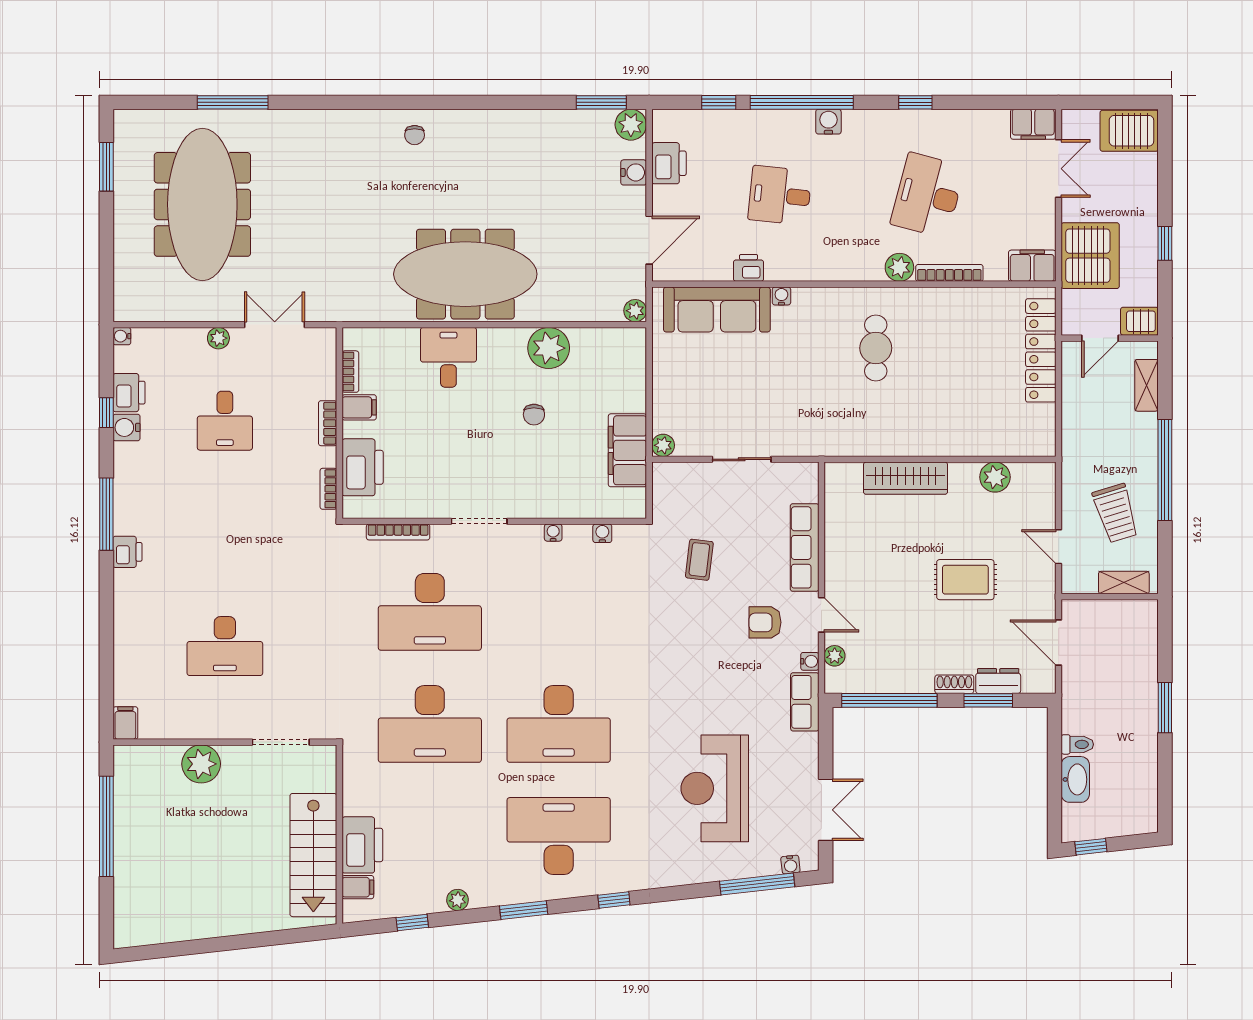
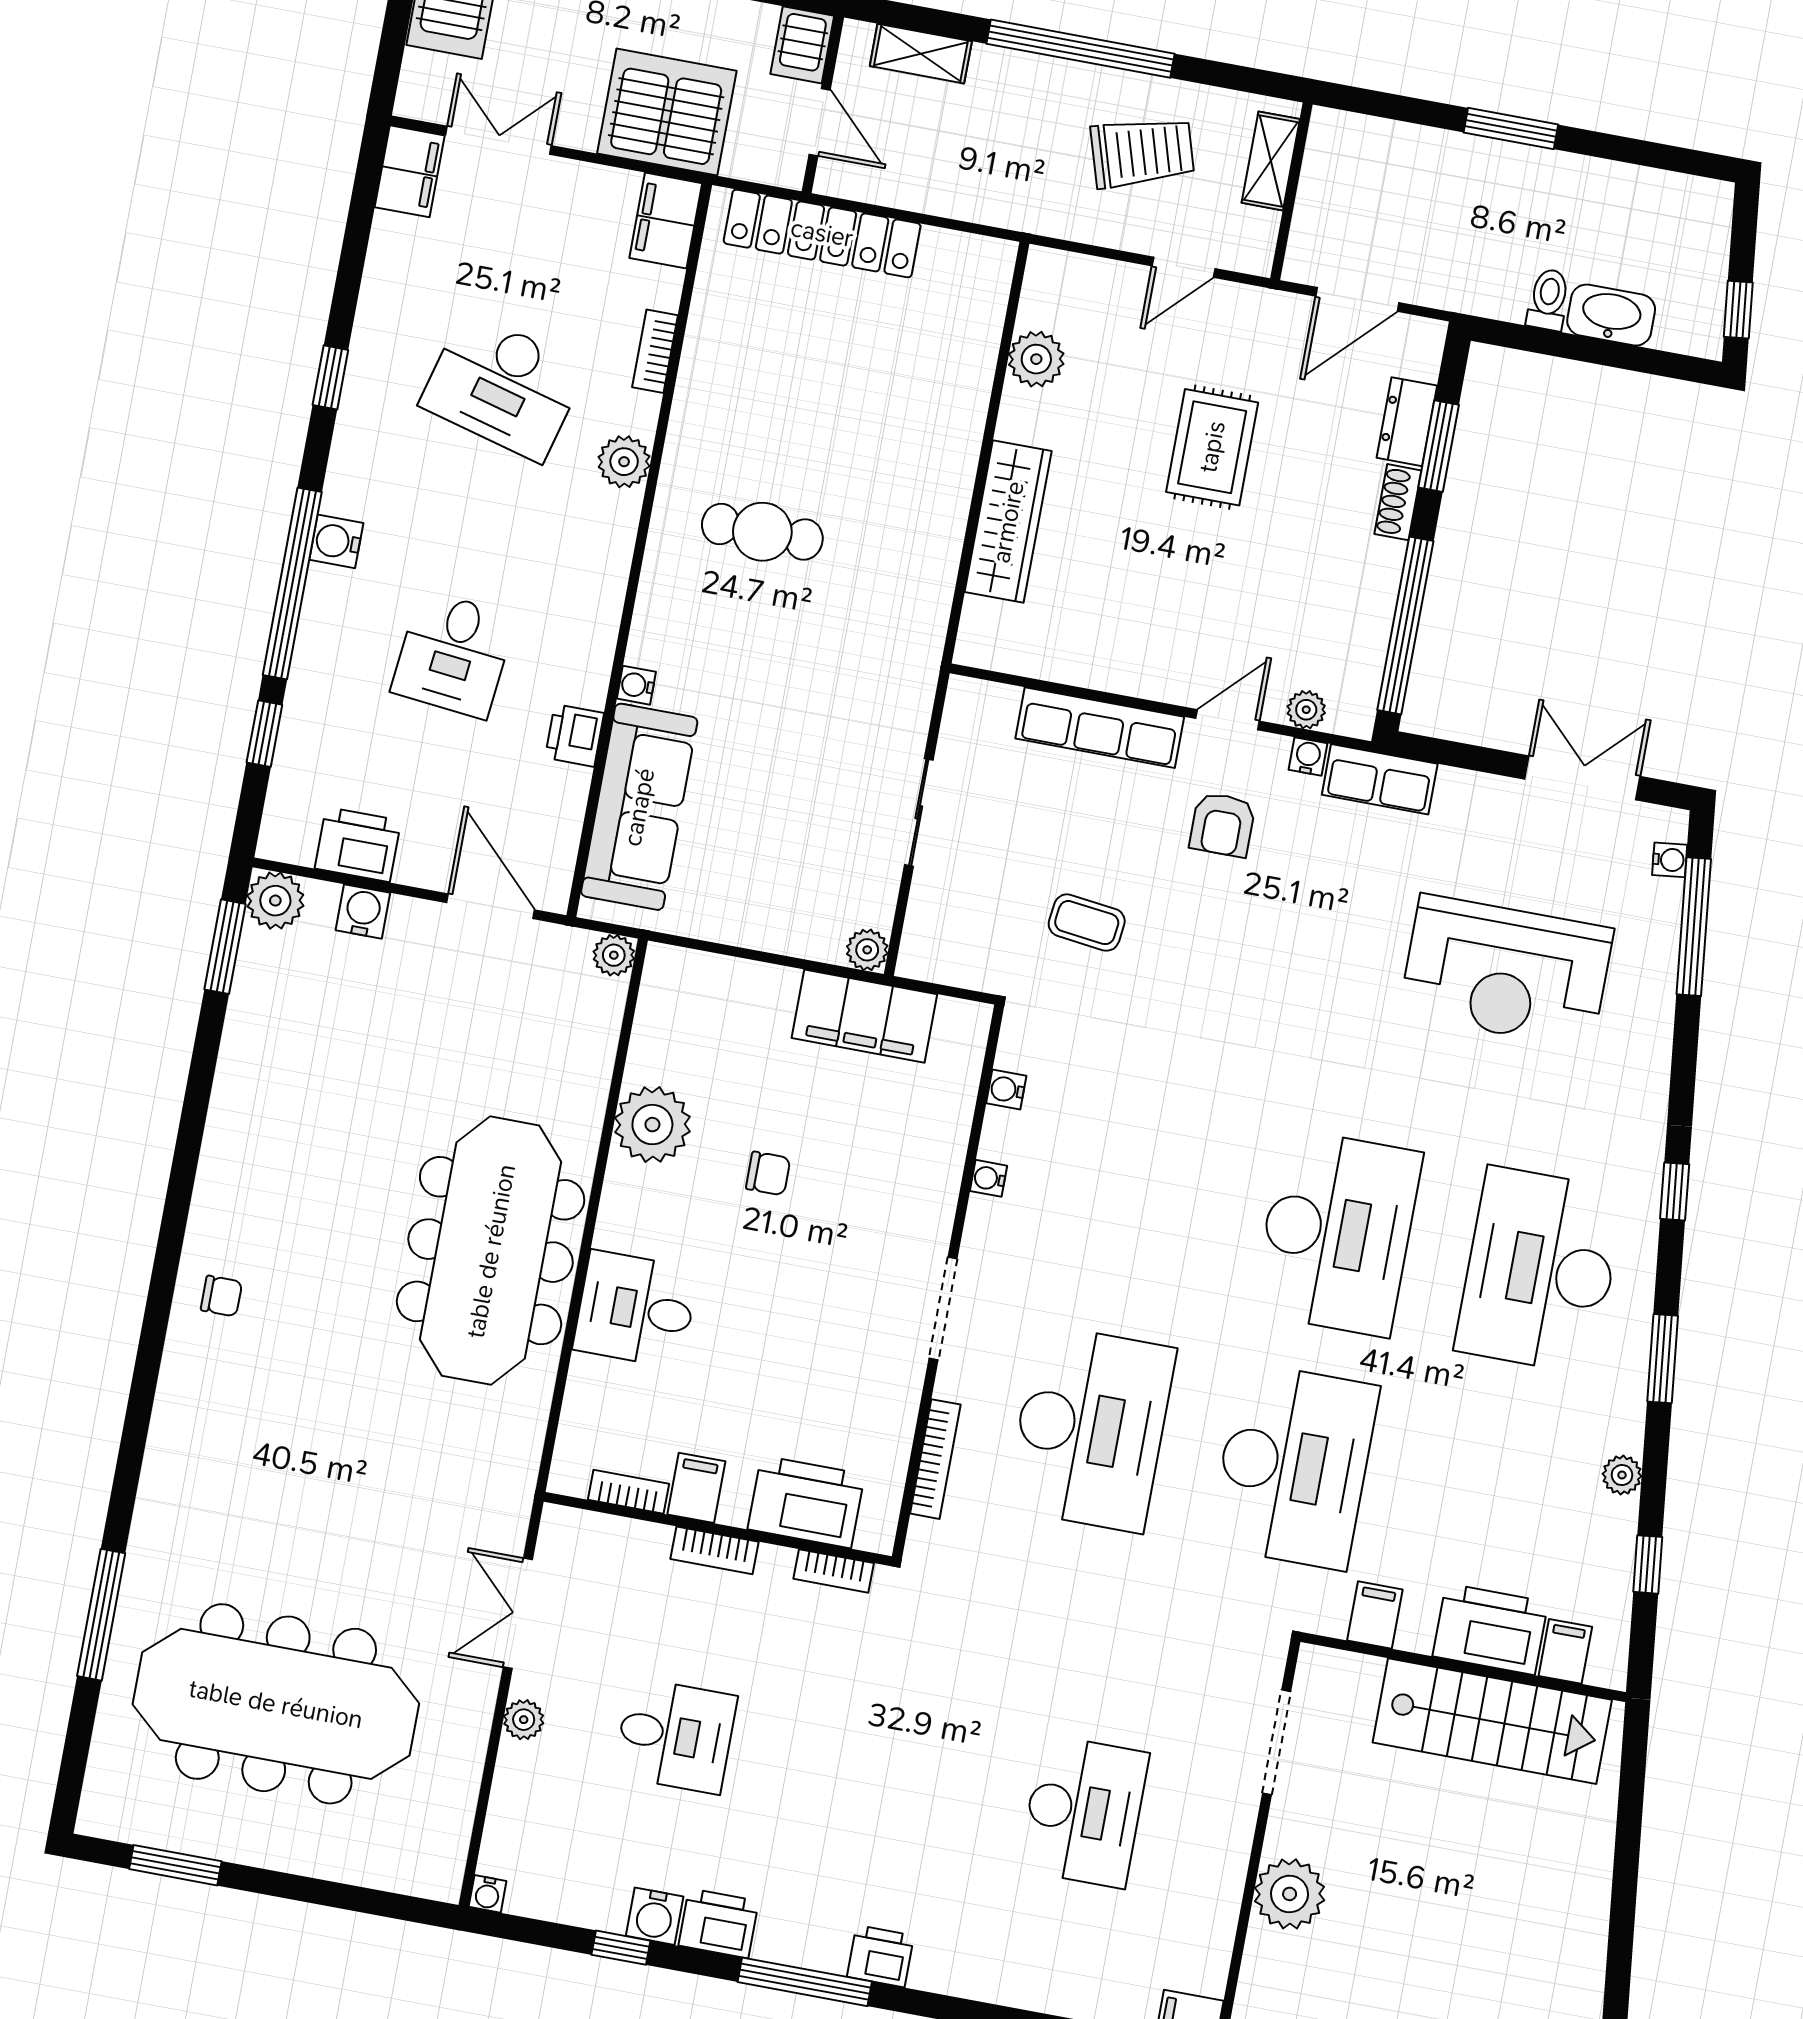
bookcase: (949, 273) -> (655, 351), width x0.64
printer: (129, 393) -> (719, 1923), moved
filing cabinet: (358, 782) -> (1375, 1615), added

